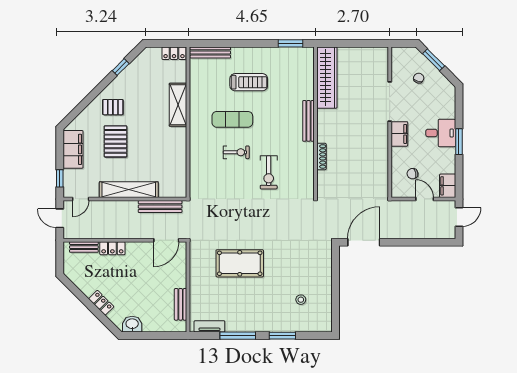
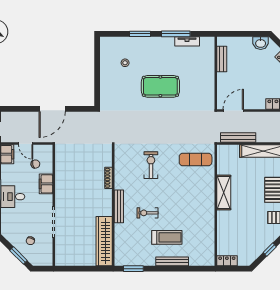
bench: (210, 52) -> (172, 261), moved
treadmill: (249, 82) -> (167, 237), turned 180
shelving: (178, 105) -> (224, 192), moved
exercise mat: (232, 119) -> (196, 160), moved
filing cabinet: (399, 134) -> (46, 184), moved
exercise bike: (236, 152) -> (147, 213), moved
door: (364, 242) -> (52, 109), moved
pool table: (240, 263) -> (160, 86), moved
tv unit: (209, 326) -> (187, 41), moved

